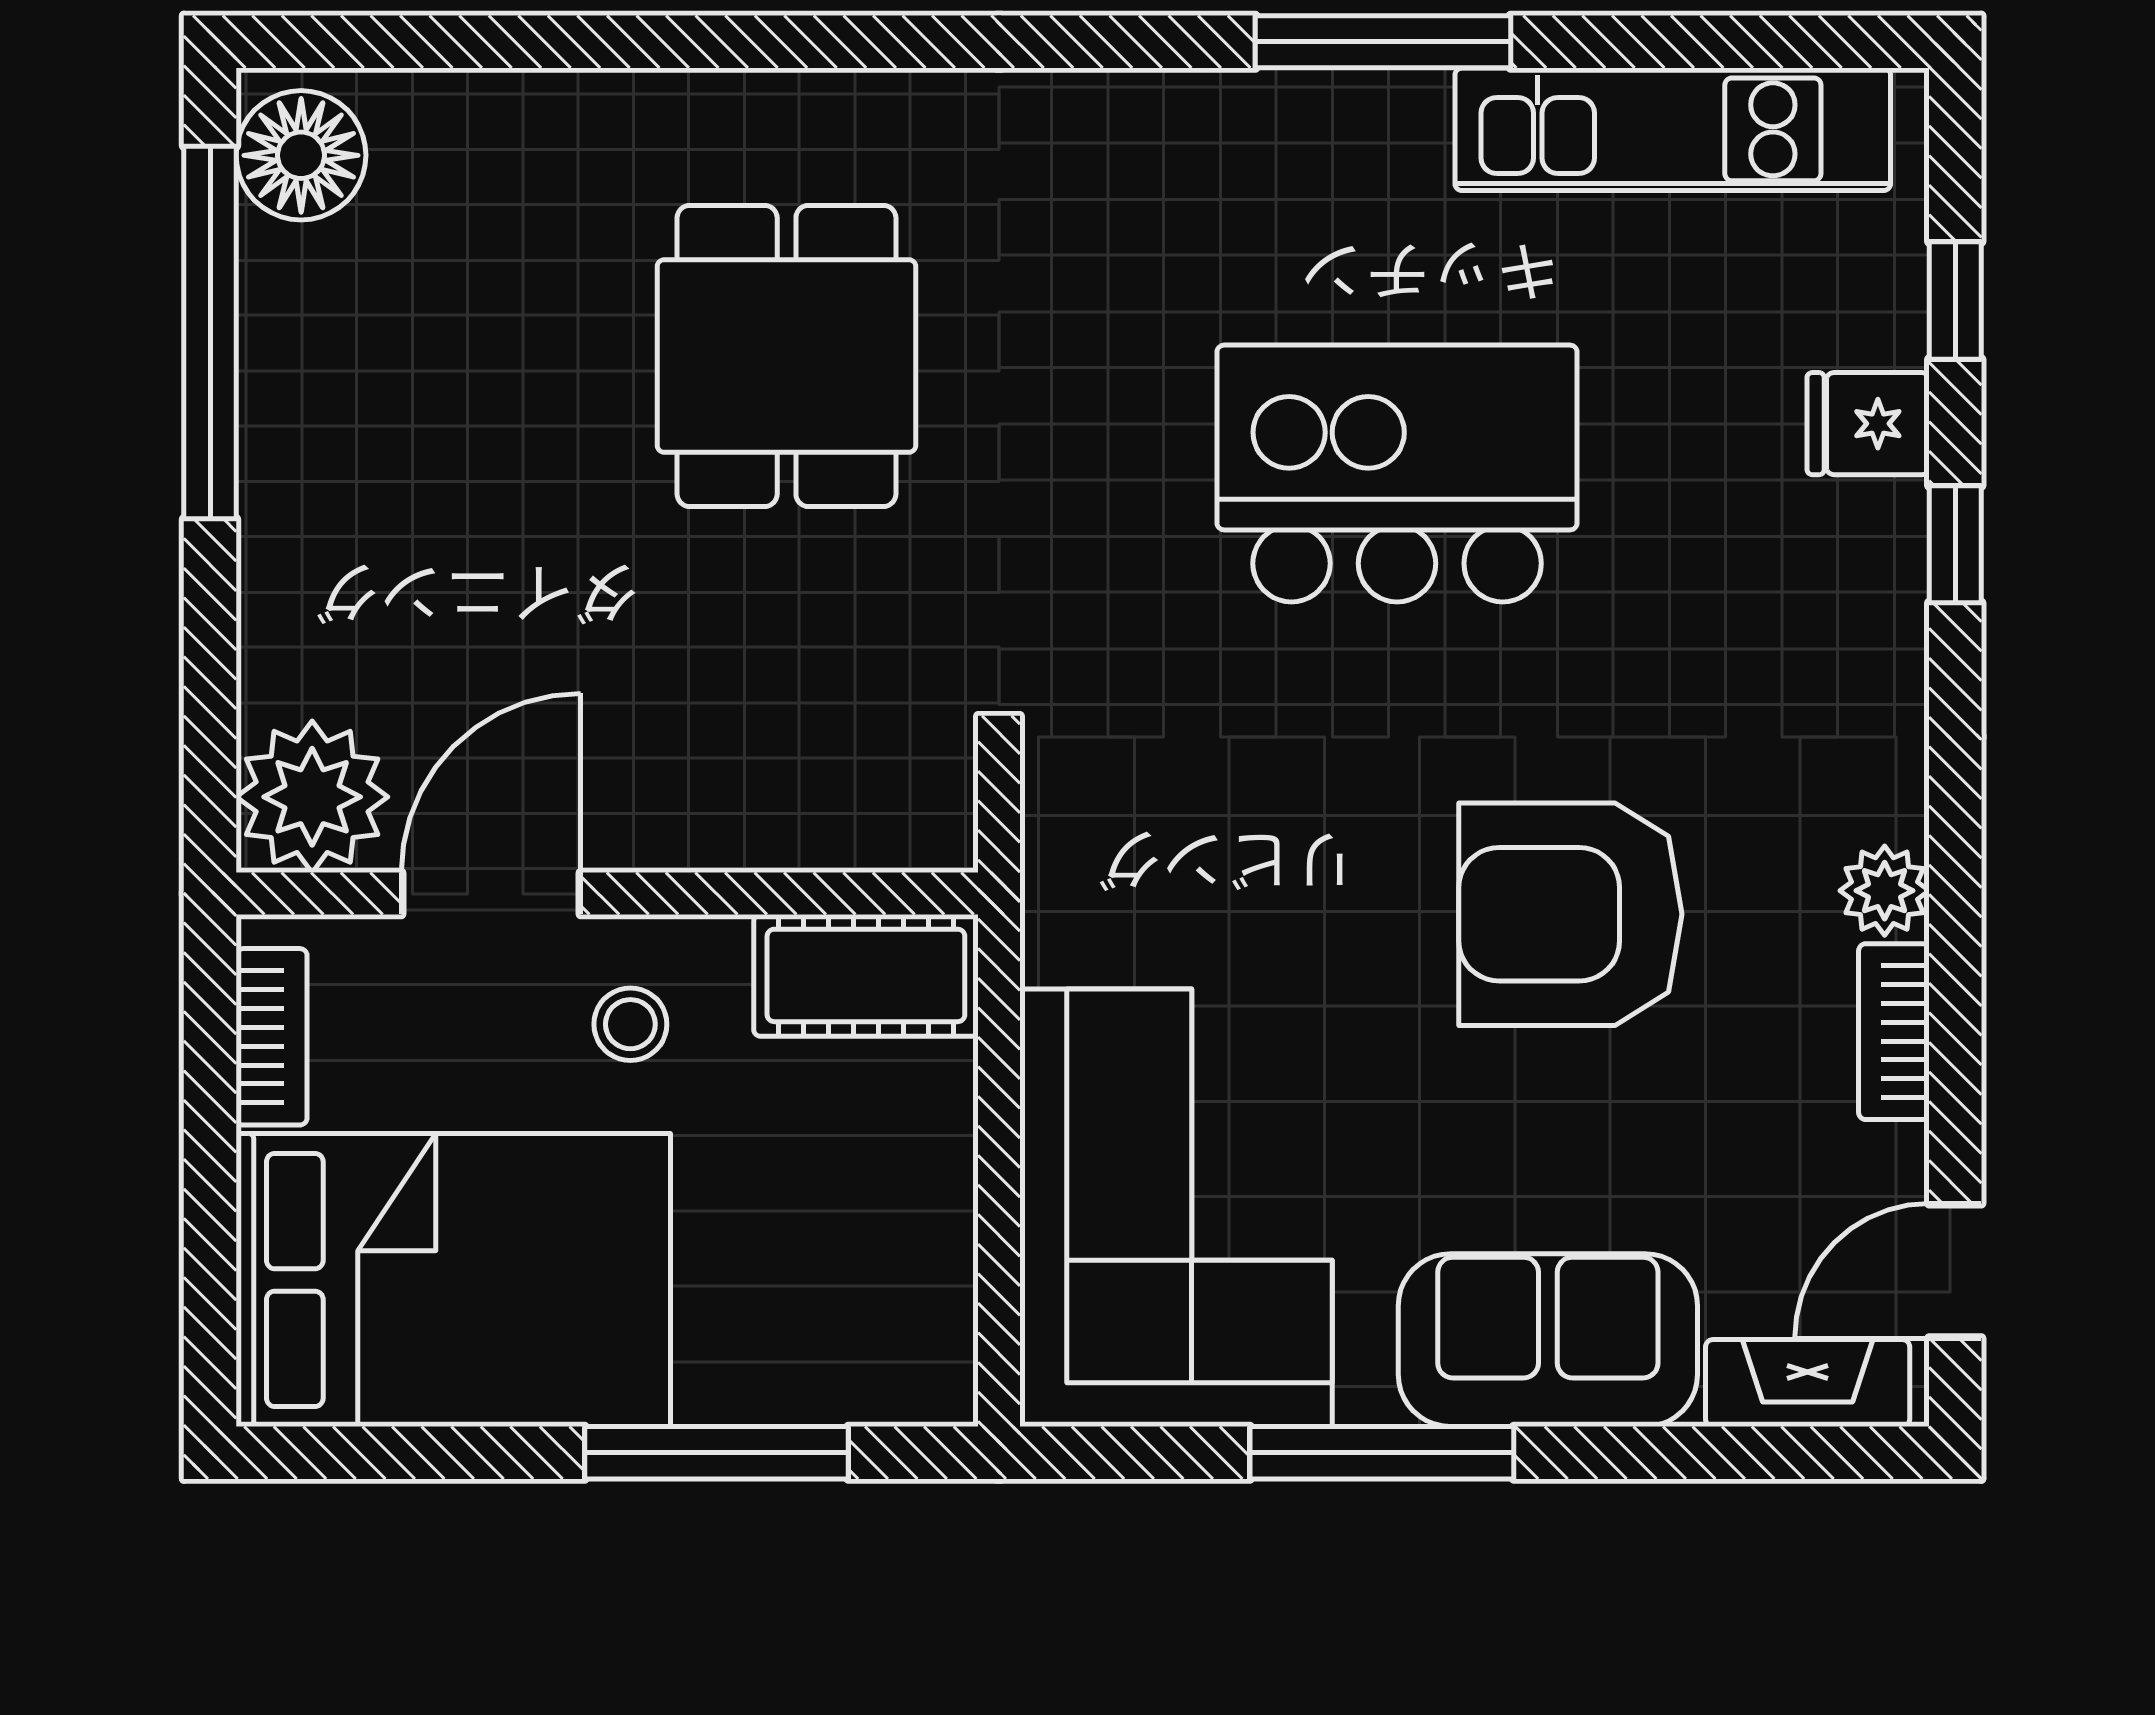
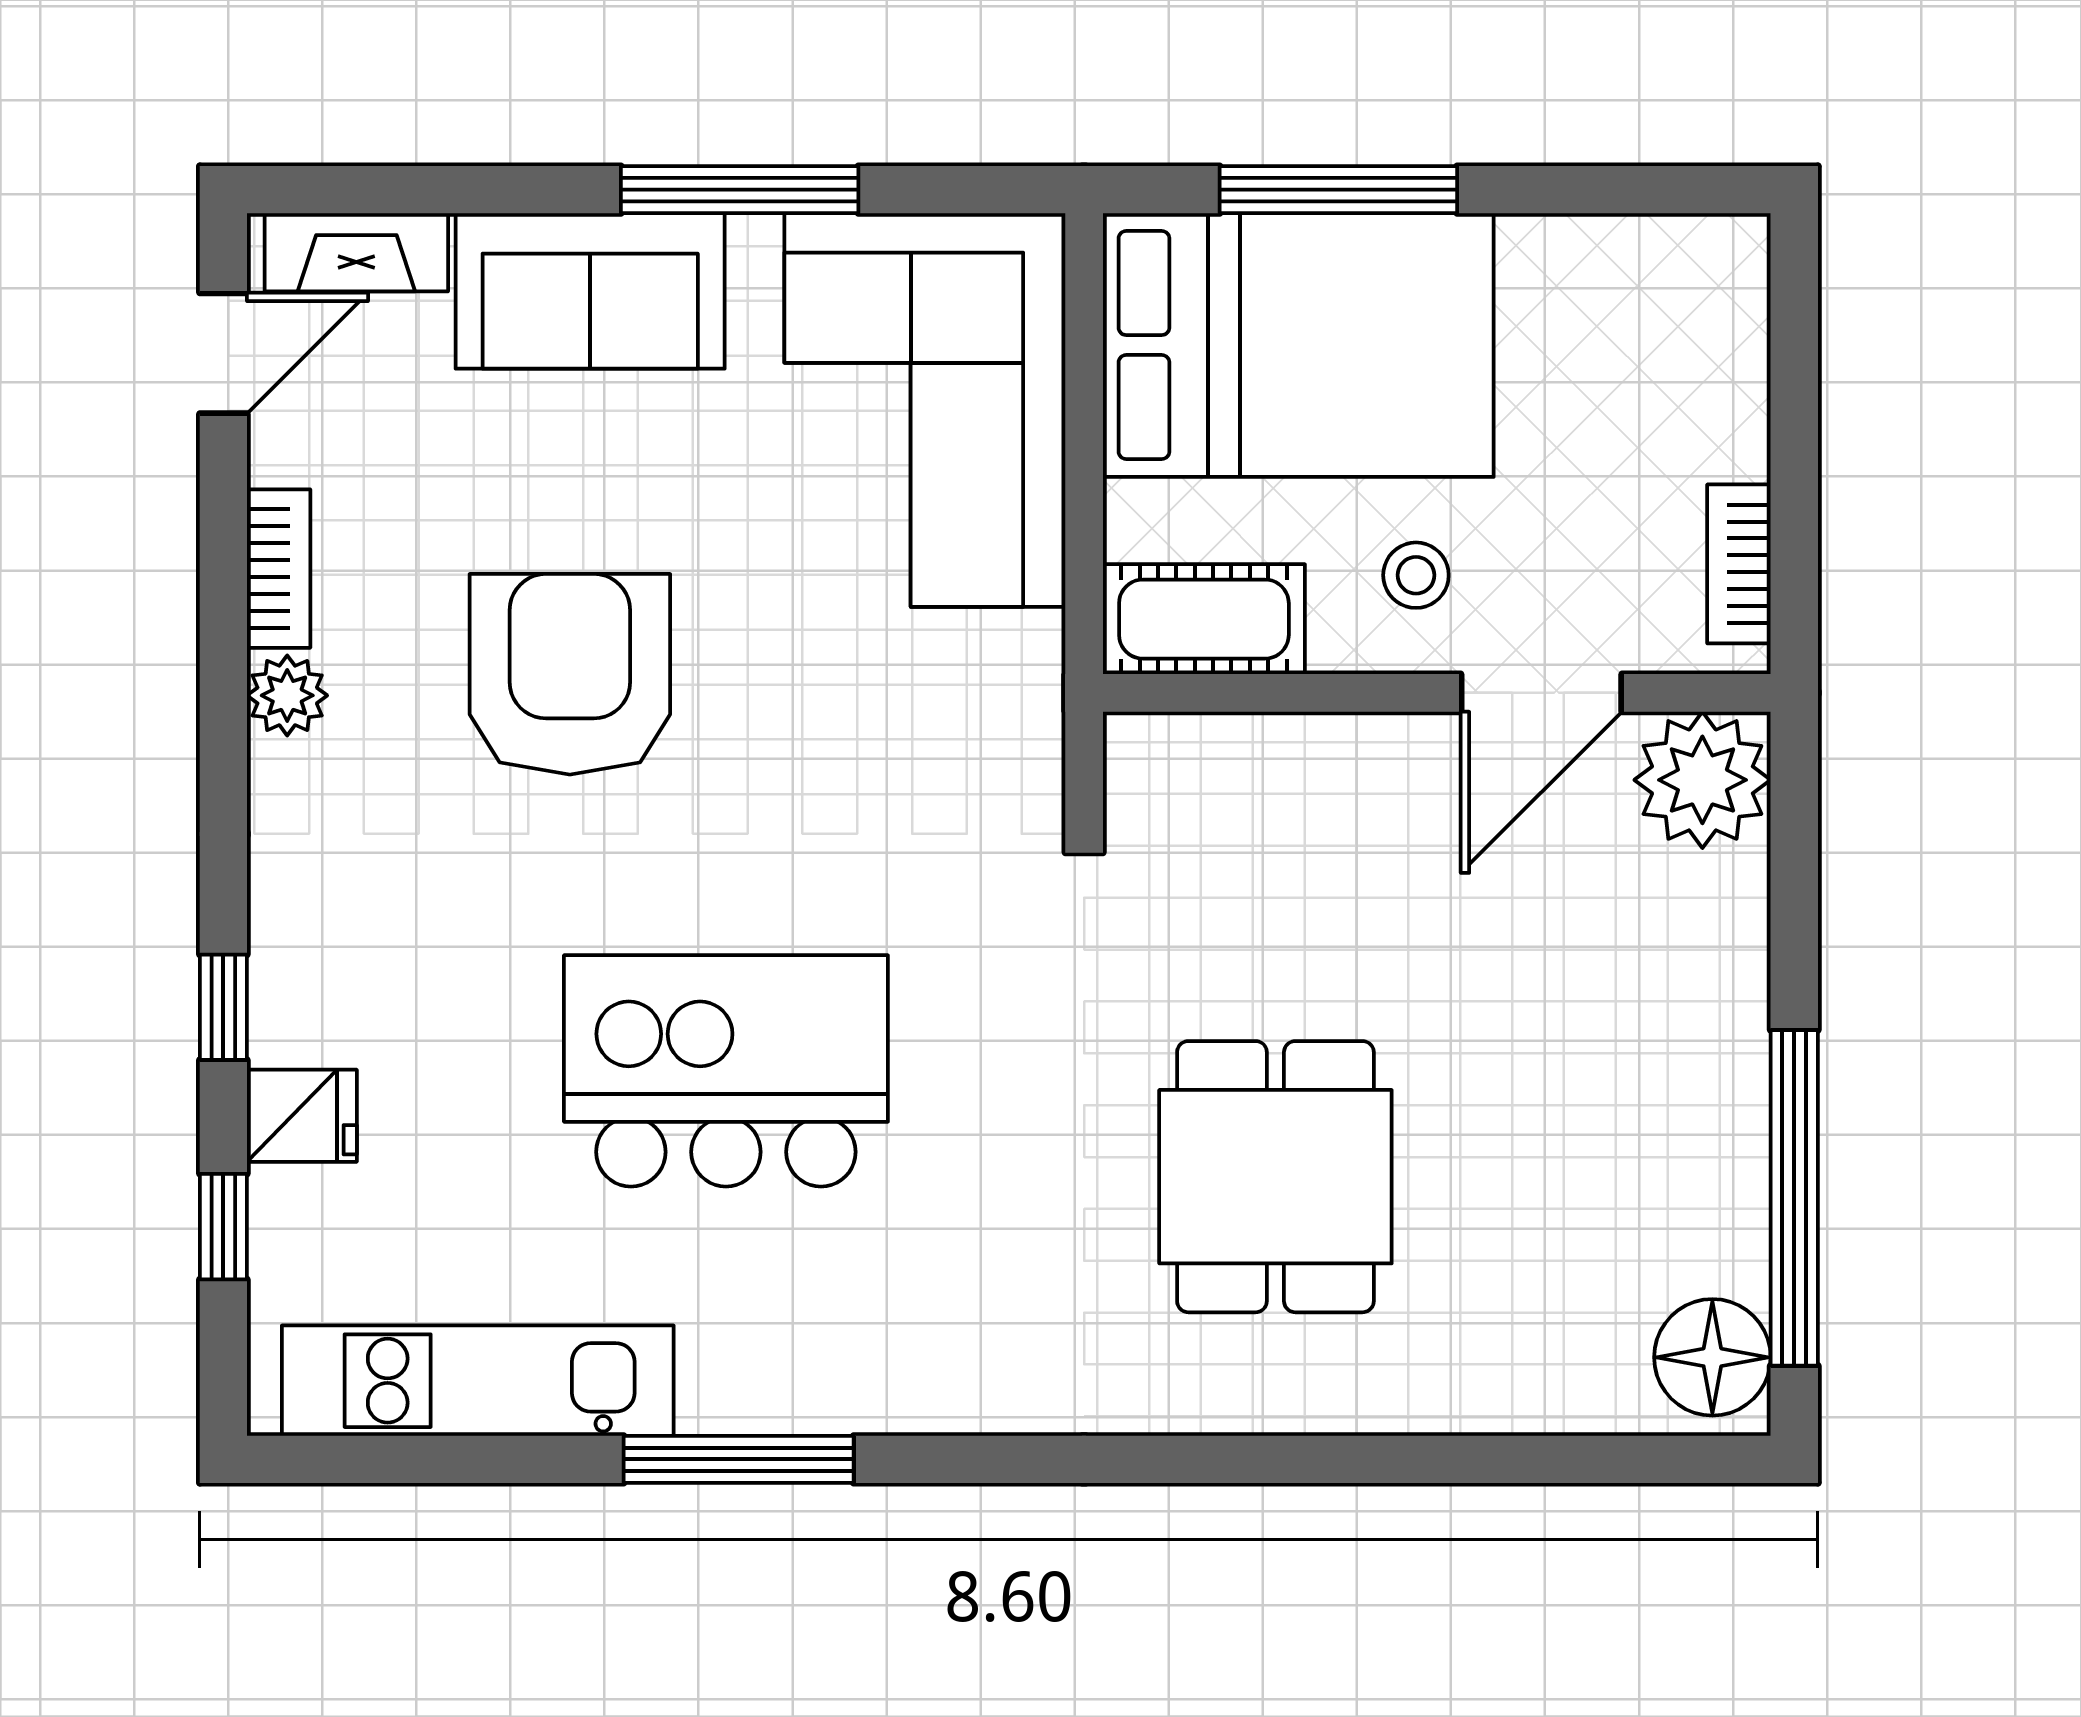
kitchen island: (1397, 474) -> (726, 1071), turned 180
armchair: (1570, 914) -> (570, 674), turned -90
bed: (453, 1280) -> (1298, 345), moved, turned 180

